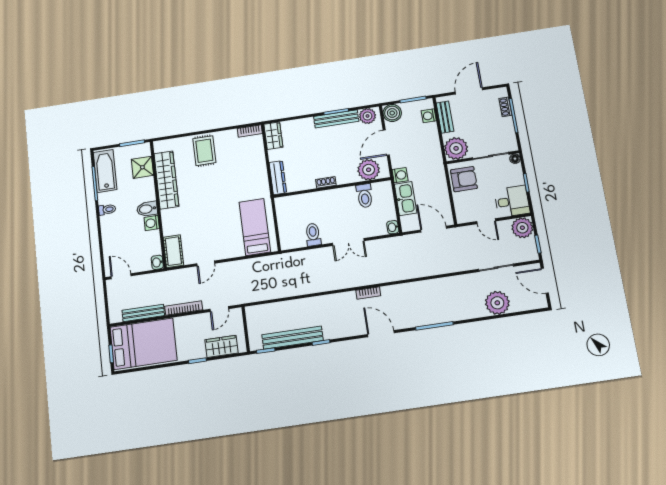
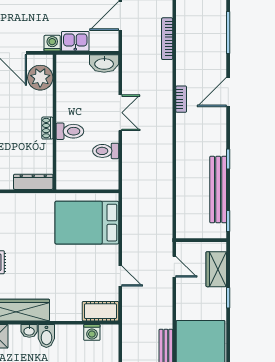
toilet: (365, 196) -> (70, 131), moved
kitchen sink: (406, 199) -> (75, 41), width x0.73
washing machine: (152, 223) -> (92, 332), moved
bed: (255, 227) -> (87, 223), width x1.50
washbasin: (393, 227) -> (104, 63), width x1.91, depth x1.45
washbasin: (157, 262) -> (29, 331), moved
bookcase: (184, 308) -> (167, 39), moved

